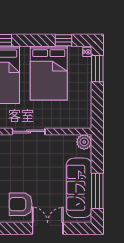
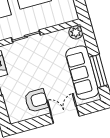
armchair: (21, 204) -> (36, 100), turned 180

